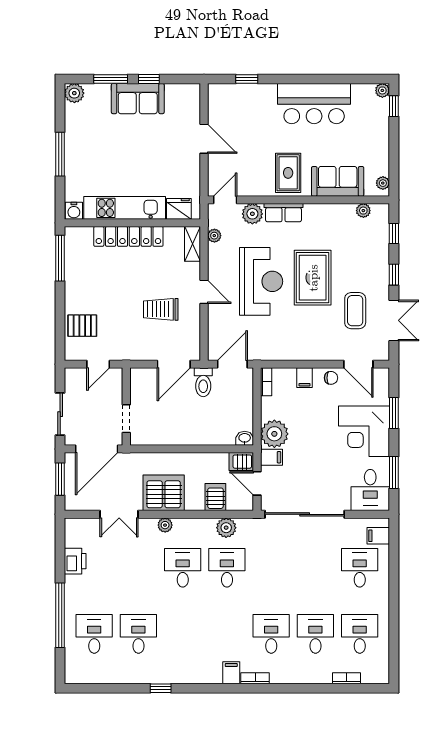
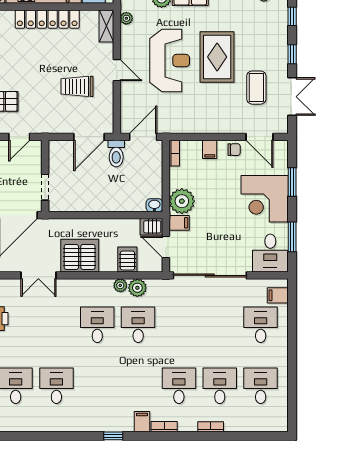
plant: (165, 525) -> (120, 285), moved
bookcase: (346, 678) -> (211, 427), moved
window: (161, 688) -> (113, 436), moved

